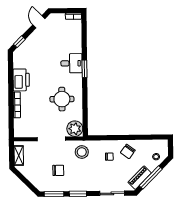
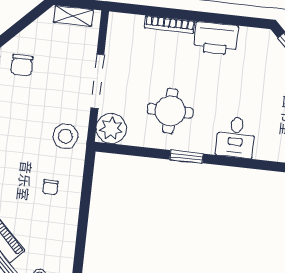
window: (84, 69) -> (186, 157), moved
chair: (128, 151) -> (56, 223), removed
chair: (58, 170) -> (22, 65), moved

